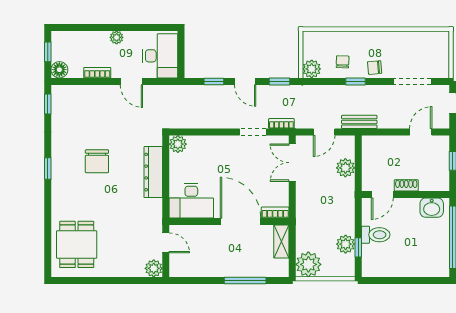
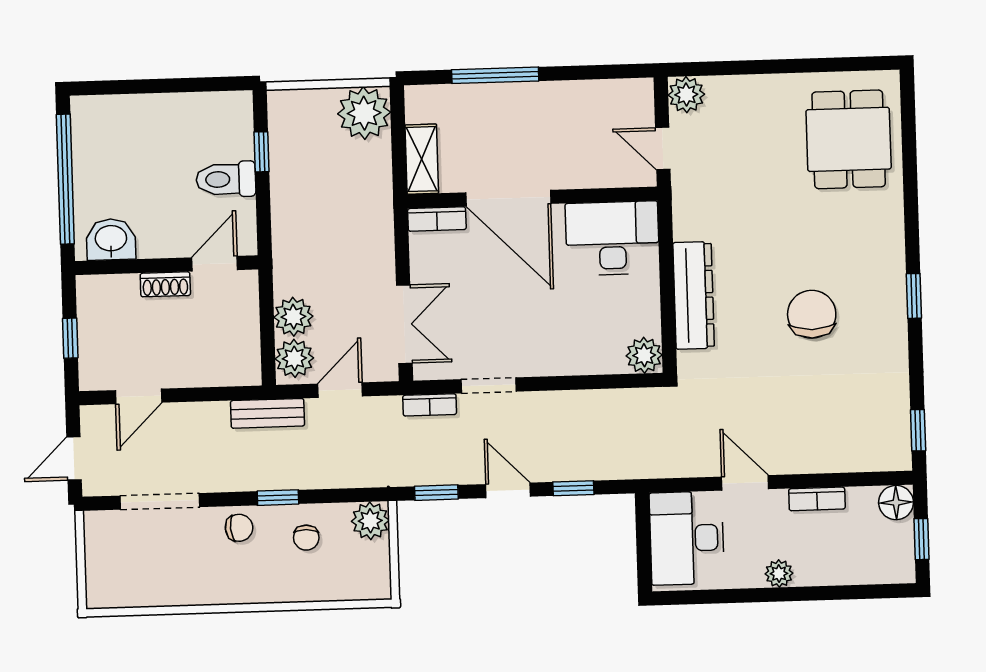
plant: (346, 244) -> (294, 358), moved

